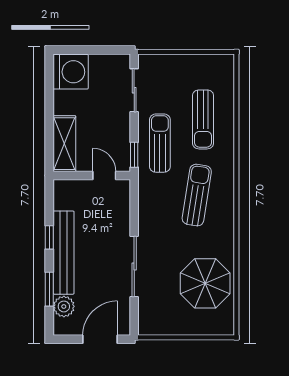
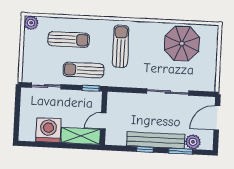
plant: (224, 64) -> (31, 23), added
washing machine: (71, 72) -> (48, 130), moved
door: (104, 175) -> (103, 121), moved
sun lounger: (197, 195) -> (121, 46), turned 81
door: (100, 339) -> (217, 118), hinge flipped

